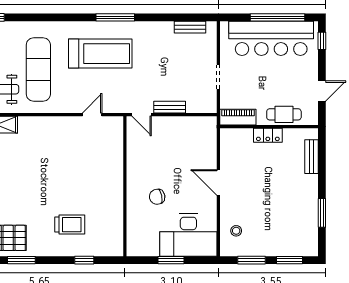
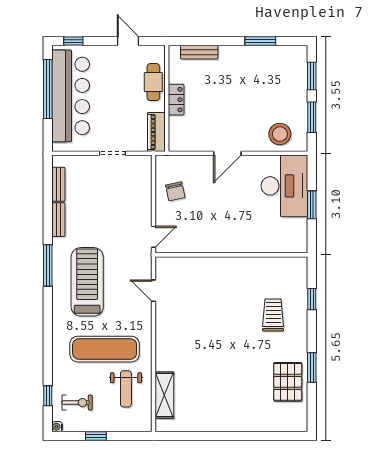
bench: (170, 107) -> (58, 220), moved
chair: (157, 197) -> (175, 191), moved
stool: (236, 231) -> (280, 134), width x1.89, depth x1.89

